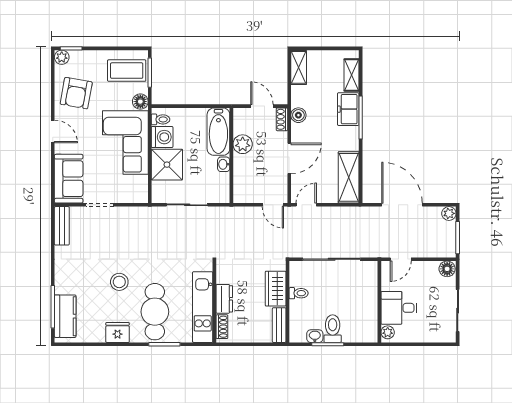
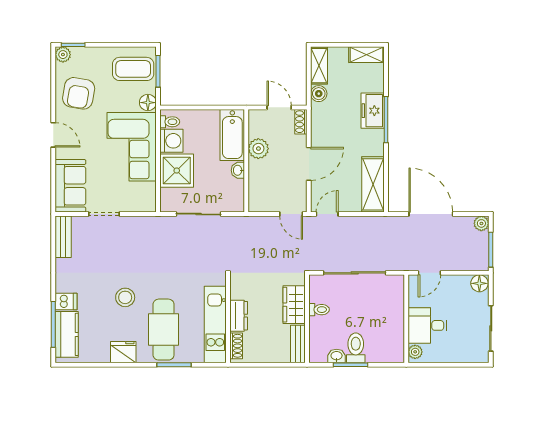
shelving: (352, 75) -> (366, 55), moved, turned 90
boiler: (298, 115) -> (319, 94), moved
dishwasher: (65, 286) -> (66, 301), added

